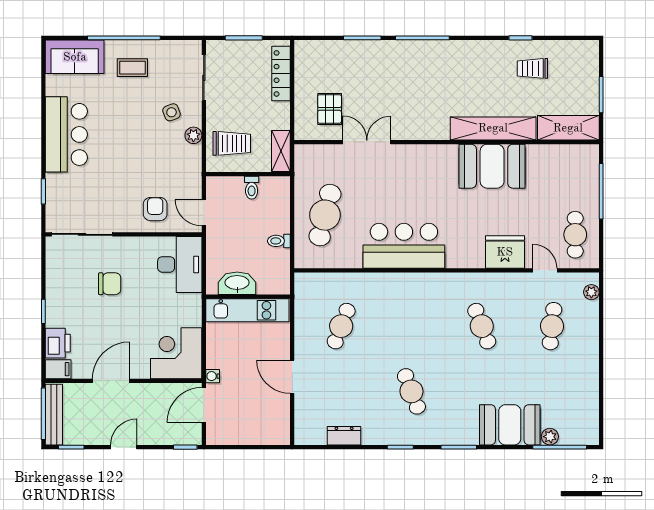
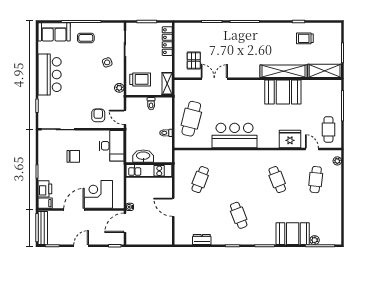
plant: (193, 135) -> (119, 88), moved
corner desk: (176, 353) -> (98, 194), moved

